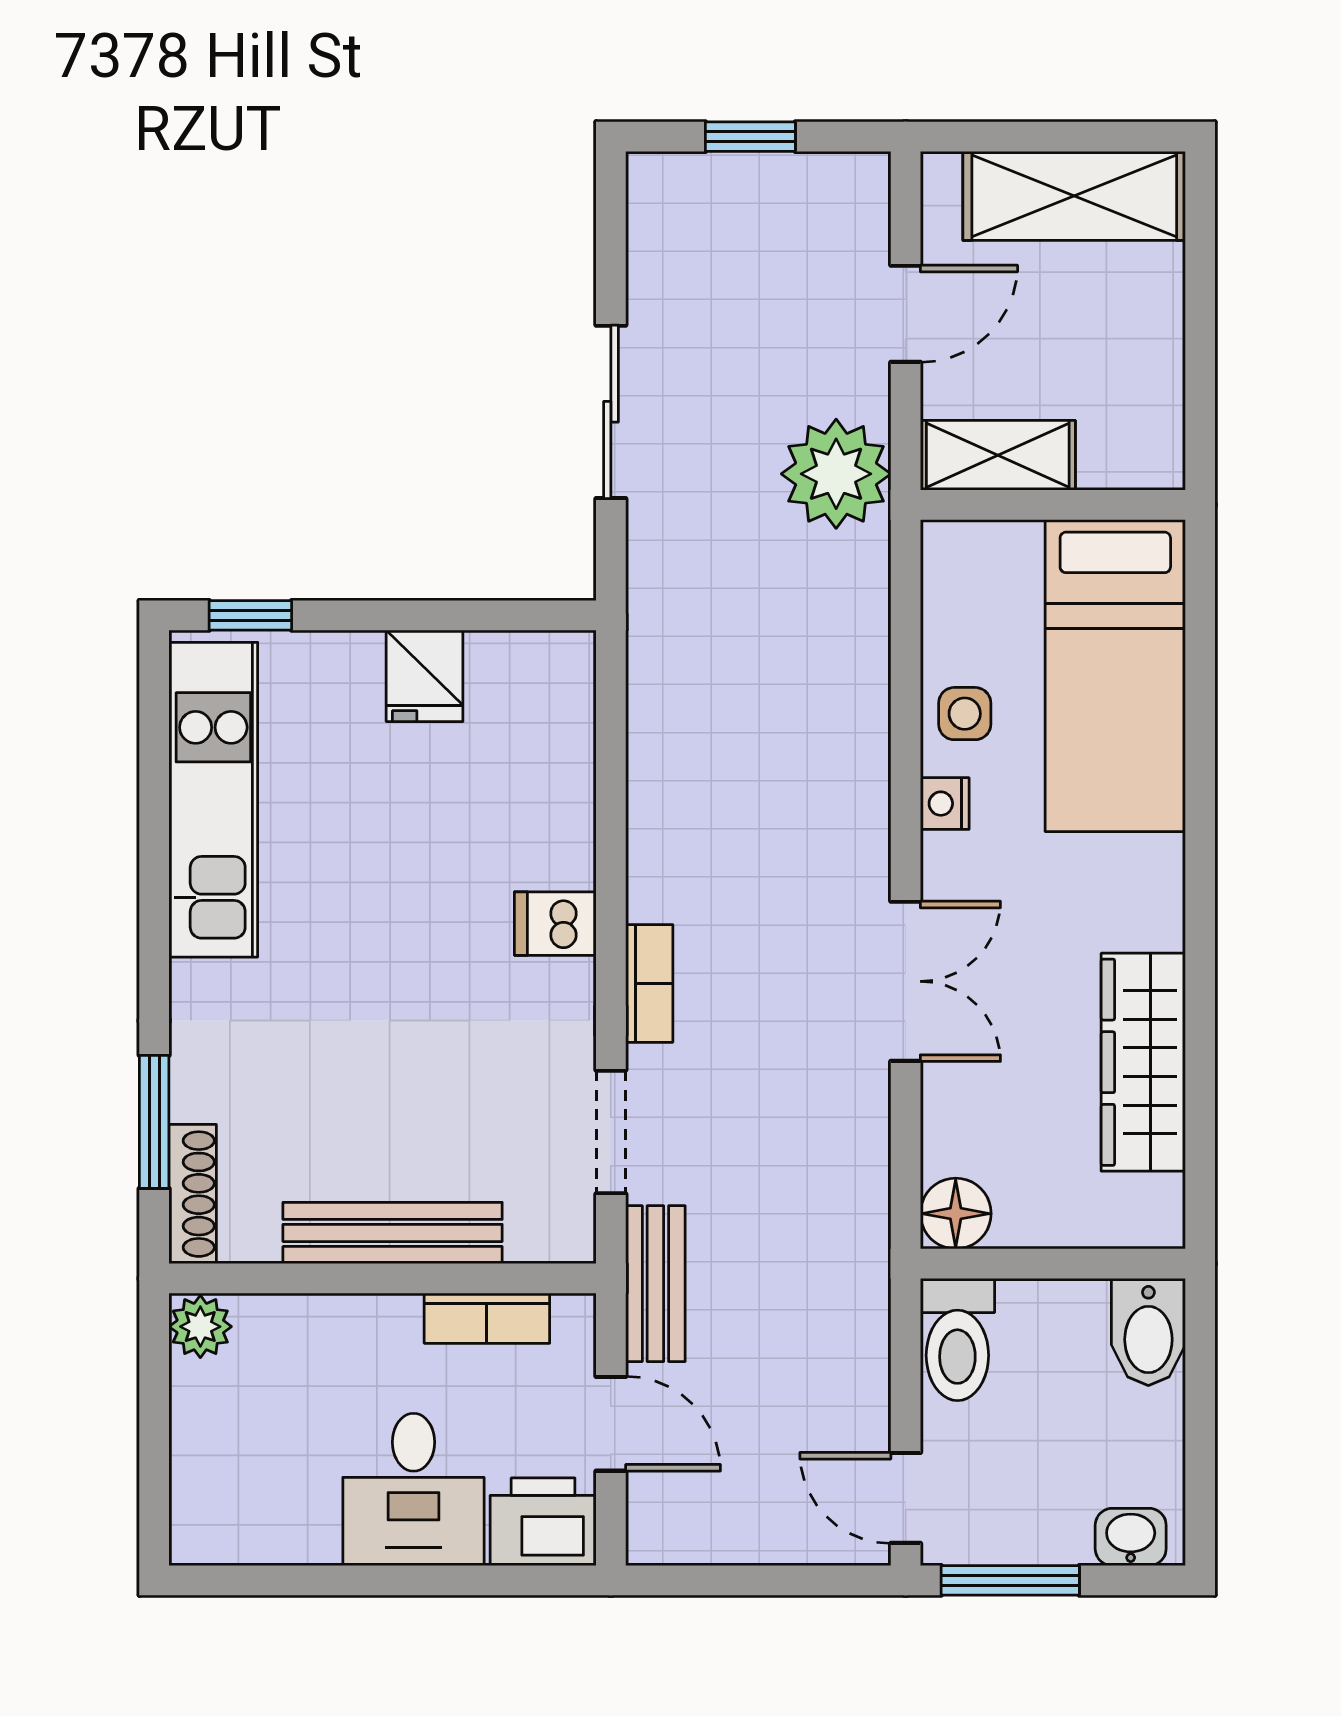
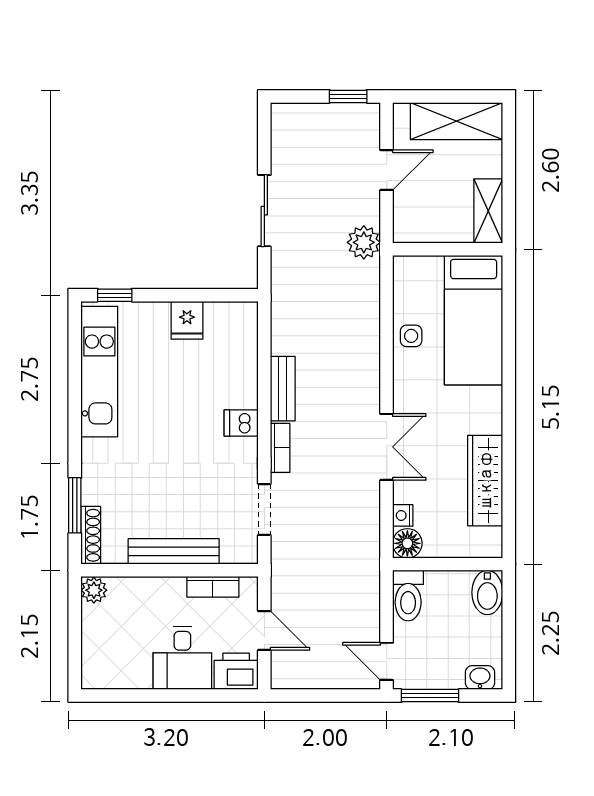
window: (750, 137) -> (348, 96), moved
shelving: (998, 455) -> (488, 211), moved, turned 90
plant: (836, 474) -> (364, 242), width x0.73, depth x0.73
nightstand: (945, 804) -> (403, 515), moved
bench: (655, 1284) -> (283, 389), moved

